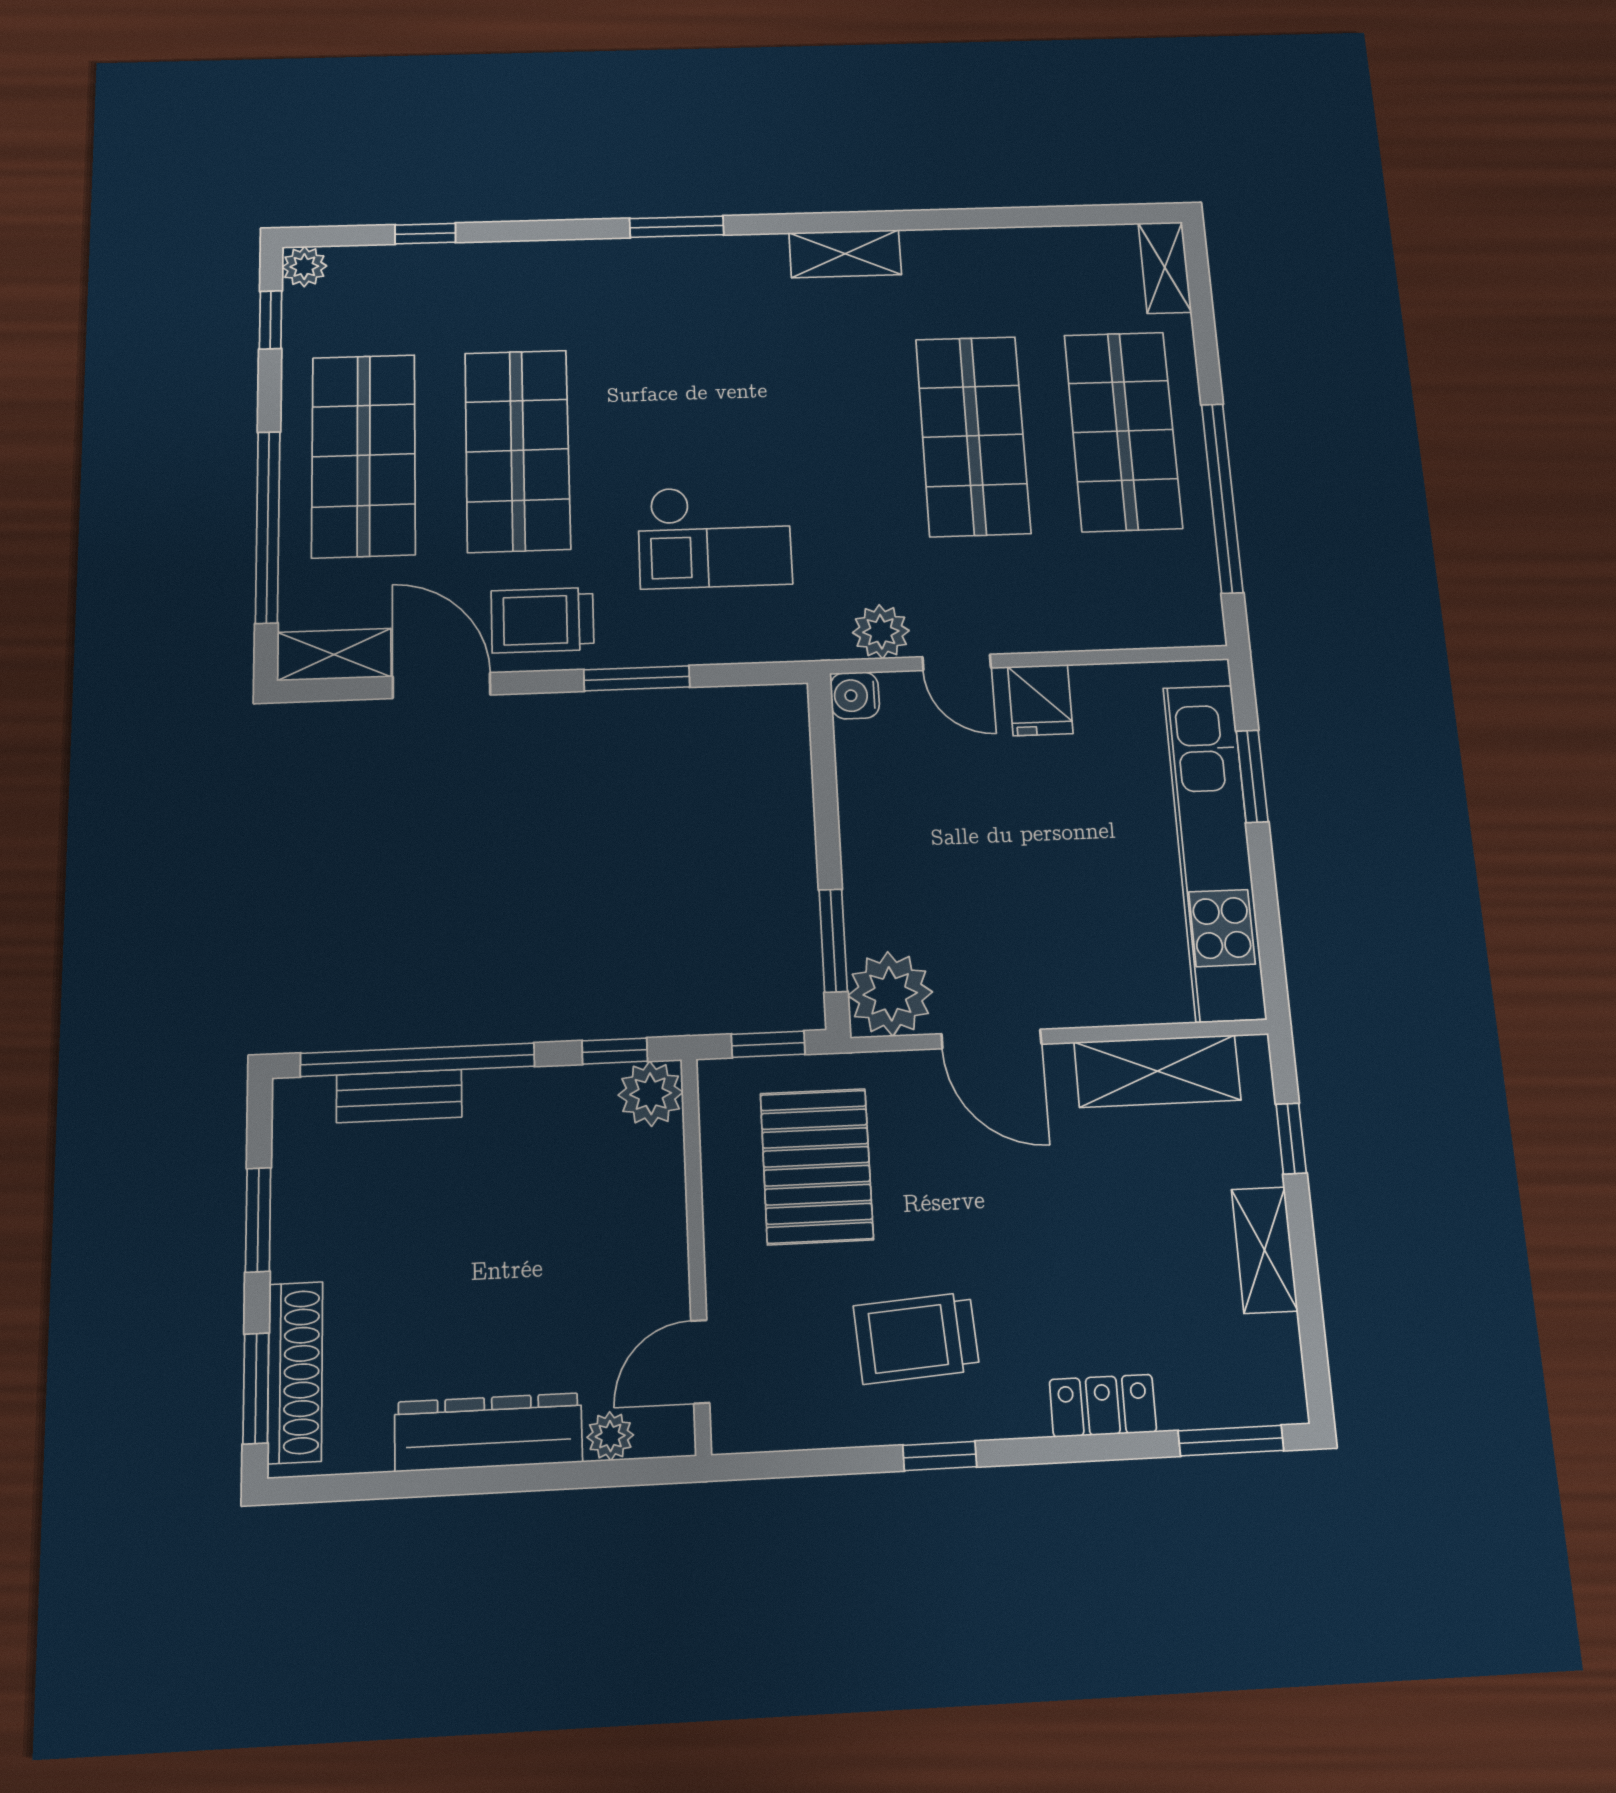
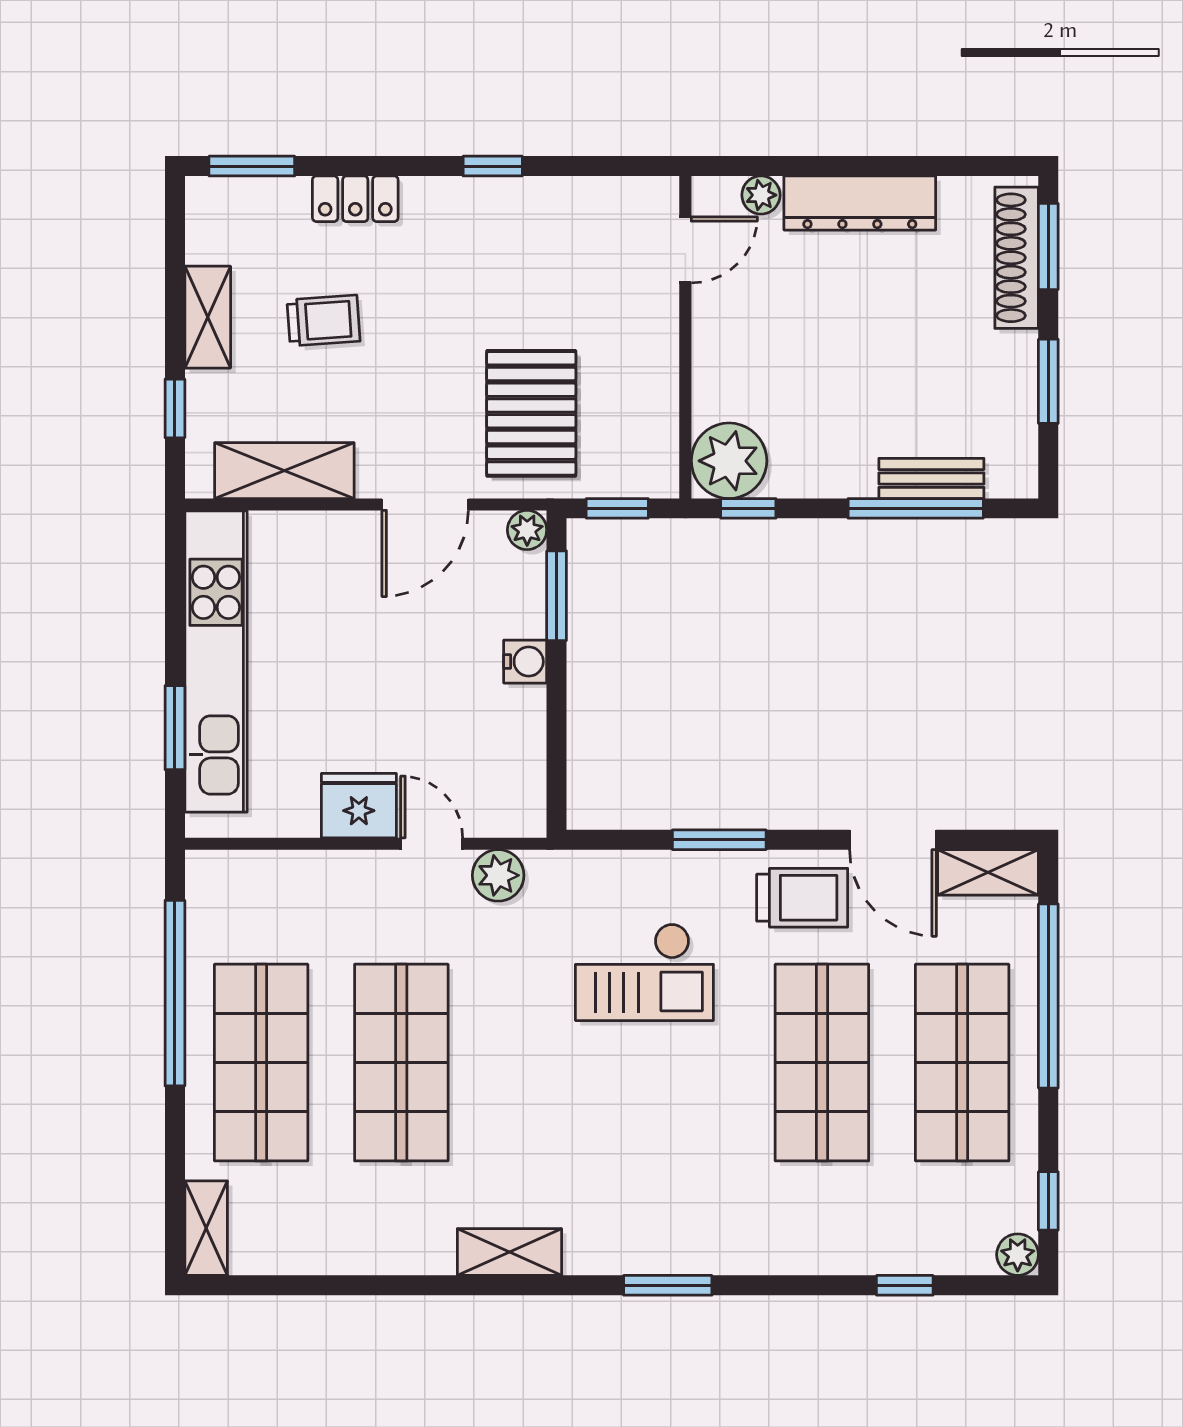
checkout: (715, 536) -> (644, 972), turned 180
water cooler: (855, 695) -> (525, 662), moved
fridge: (1040, 700) -> (359, 806), width x1.38
plant: (890, 994) -> (527, 530), width x0.53, depth x0.53
door: (991, 1039) -> (425, 504), swing flipped
window: (418, 1060) -> (916, 508), width x0.68
plant: (651, 1094) -> (729, 461), width x1.36, depth x1.36
pallet: (817, 1166) -> (531, 413), moved
trolley: (916, 1338) -> (323, 321), moved, width x0.73, depth x0.72

